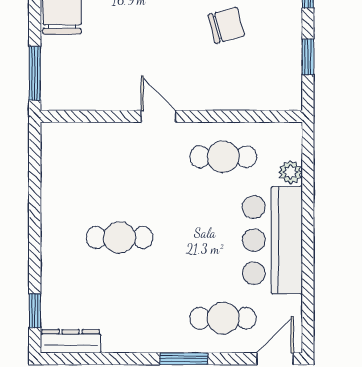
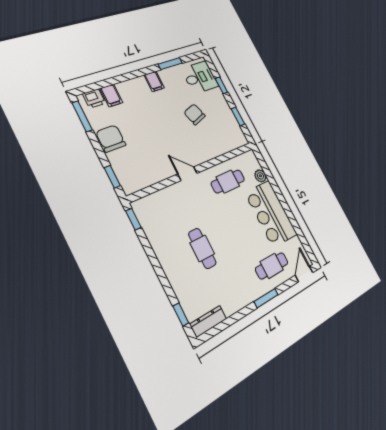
chair: (226, 25) -> (195, 114), turned -94
window: (35, 73) -> (112, 177), width x0.67
window: (35, 148) -> (133, 219), added
cafe table: (120, 238) -> (202, 248), turned 90

